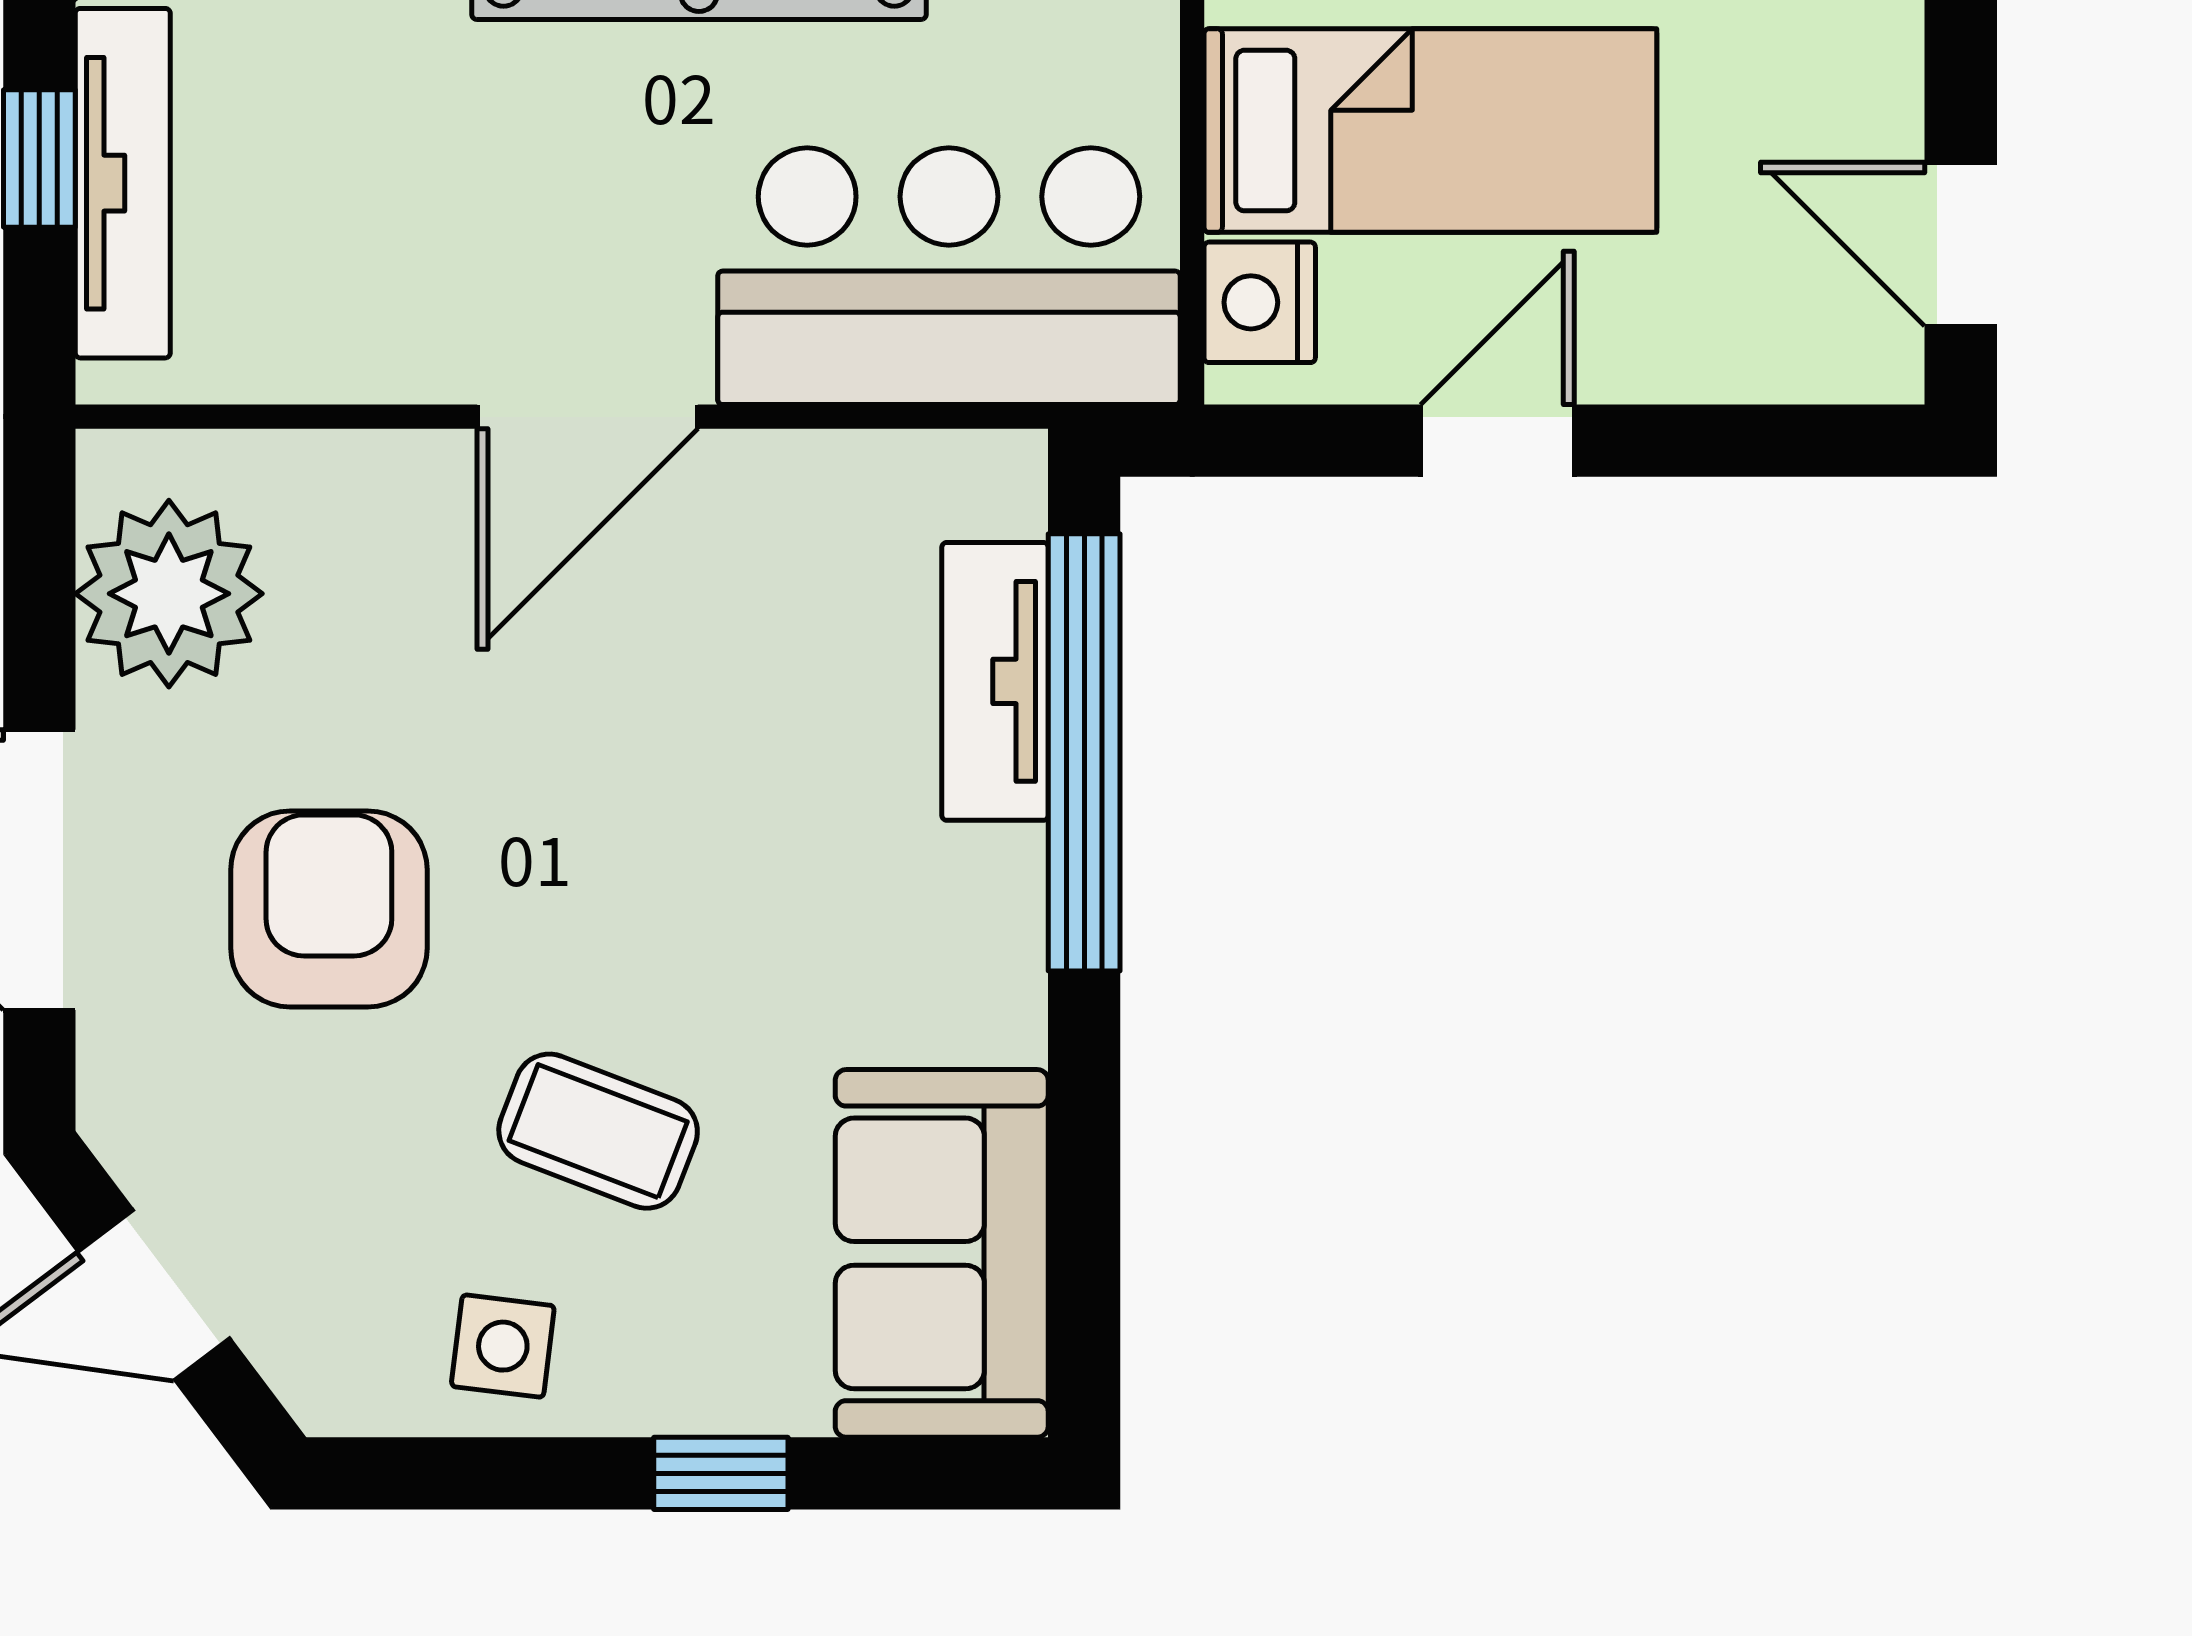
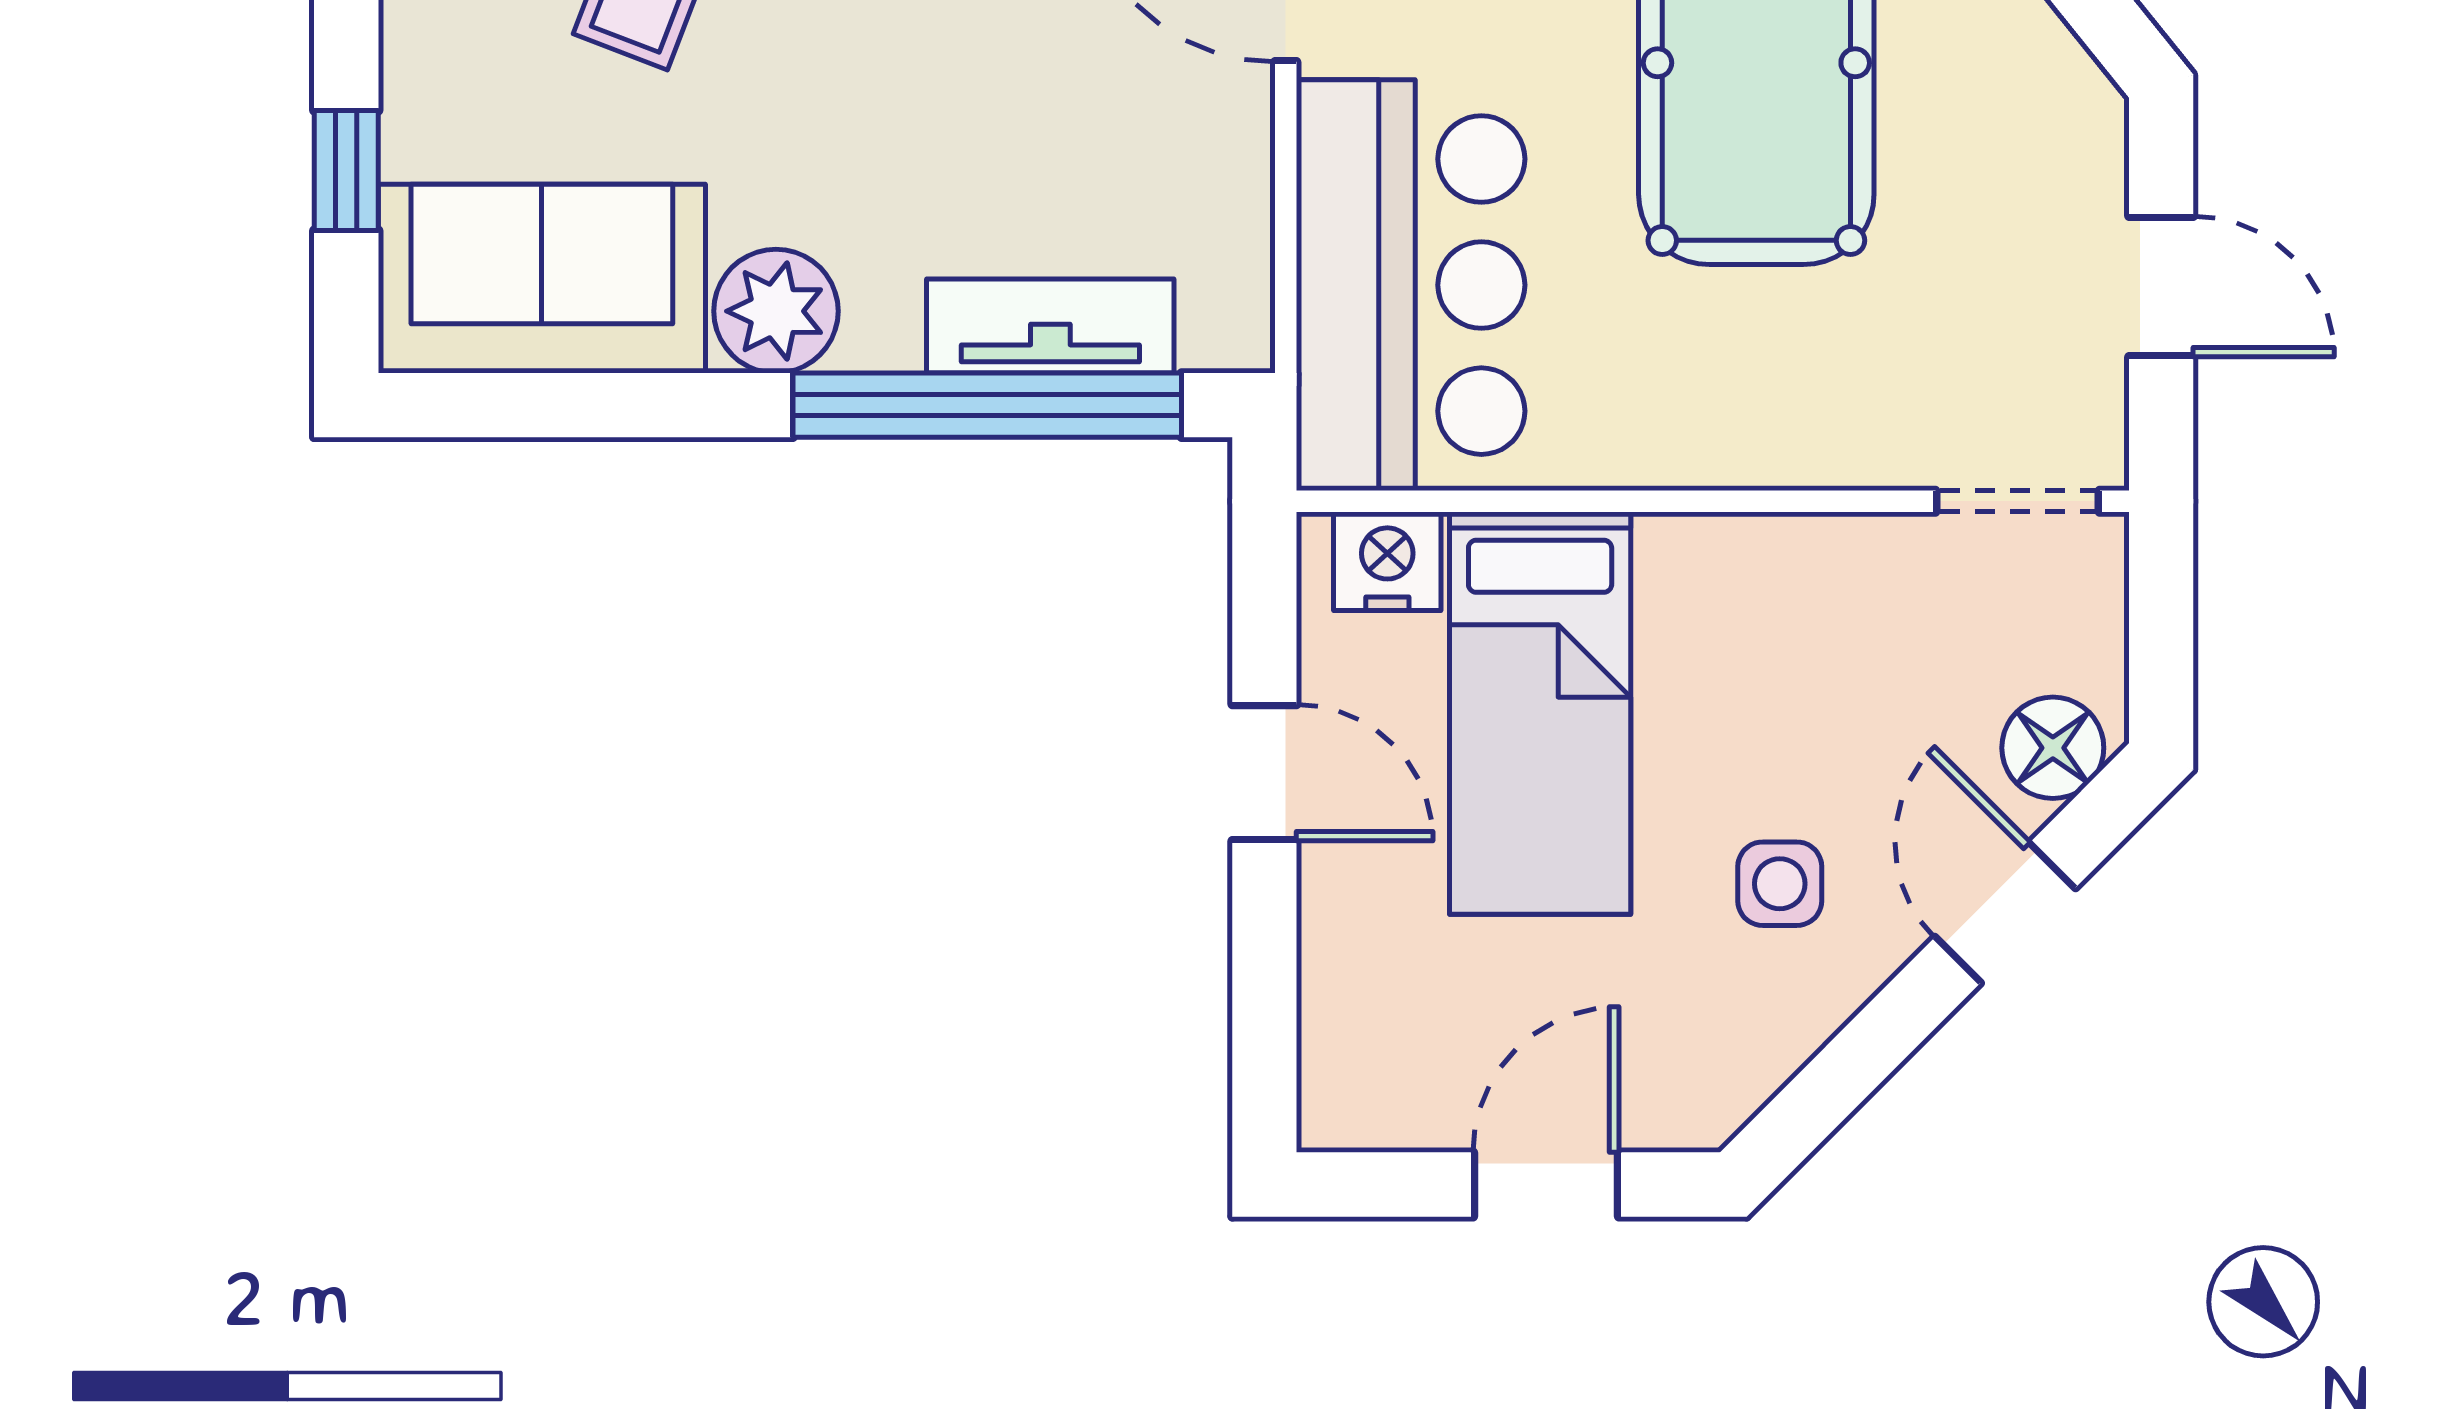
door: (1961, 244) -> (1546, 1185), moved
plant: (978, 990) -> (776, 311), added
window: (721, 1473) -> (346, 170), moved

